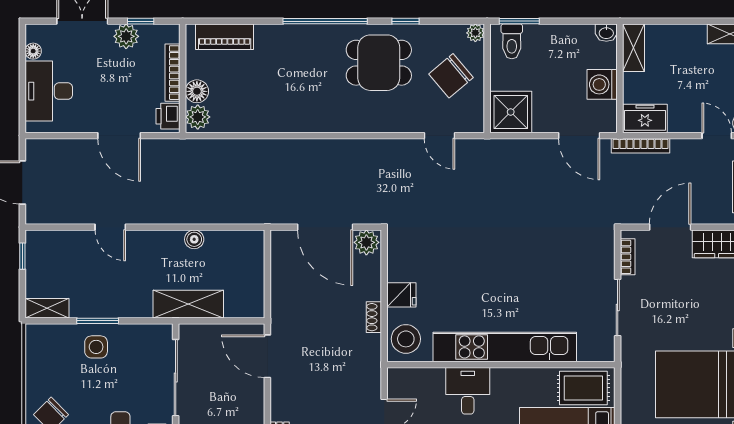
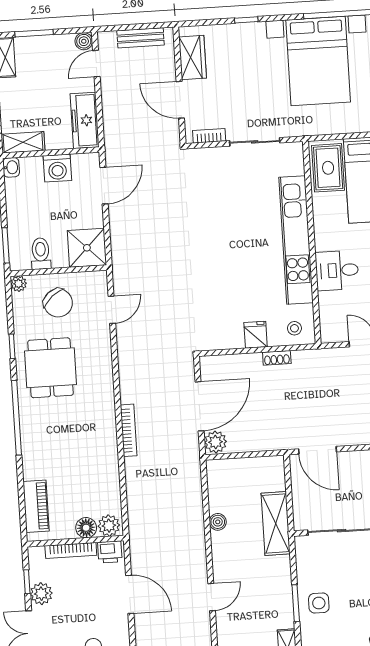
toilet: (512, 41) -> (41, 254), moved, turned -90
freezer: (645, 118) -> (85, 120), width x1.40
door: (119, 136) -> (130, 594), hinge flipped
bookcase: (641, 146) -> (129, 430), moved
plant: (366, 242) -> (216, 442), moved
stool: (406, 339) -> (294, 328), width x0.53, depth x0.53
door: (267, 356) -> (318, 450), hinge flipped

